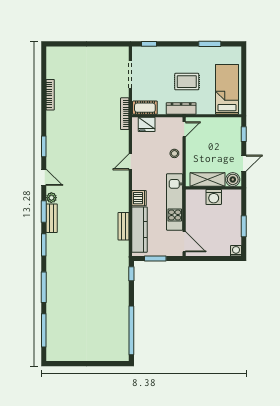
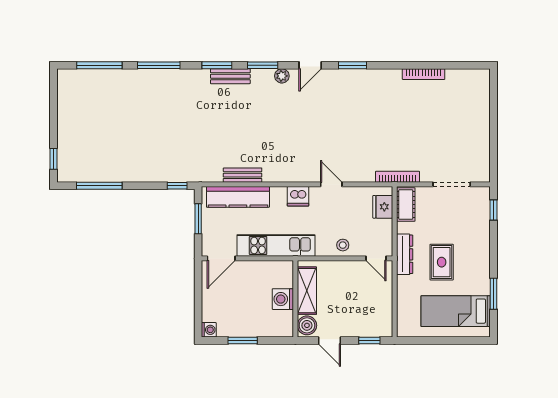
bed: (227, 89) -> (456, 311), moved, turned 180
dishwasher: (139, 198) -> (298, 196), moved
bench: (52, 218) -> (230, 76), moved
window: (131, 330) -> (99, 186), width x0.68
window: (112, 364) -> (53, 159), added

